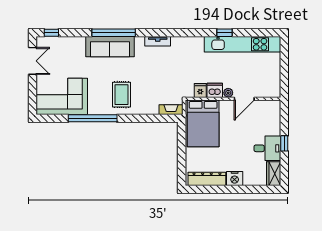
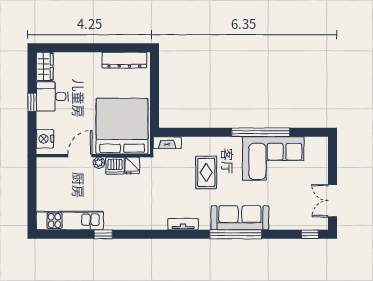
kitchen unit: (242, 44) -> (70, 221), width x0.73
rug: (122, 95) -> (206, 172), moved
corner sofa: (62, 96) -> (273, 158), moved
bed: (203, 123) -> (122, 126), width x1.36
nightstand: (235, 178) -> (45, 139), moved, turned -90

